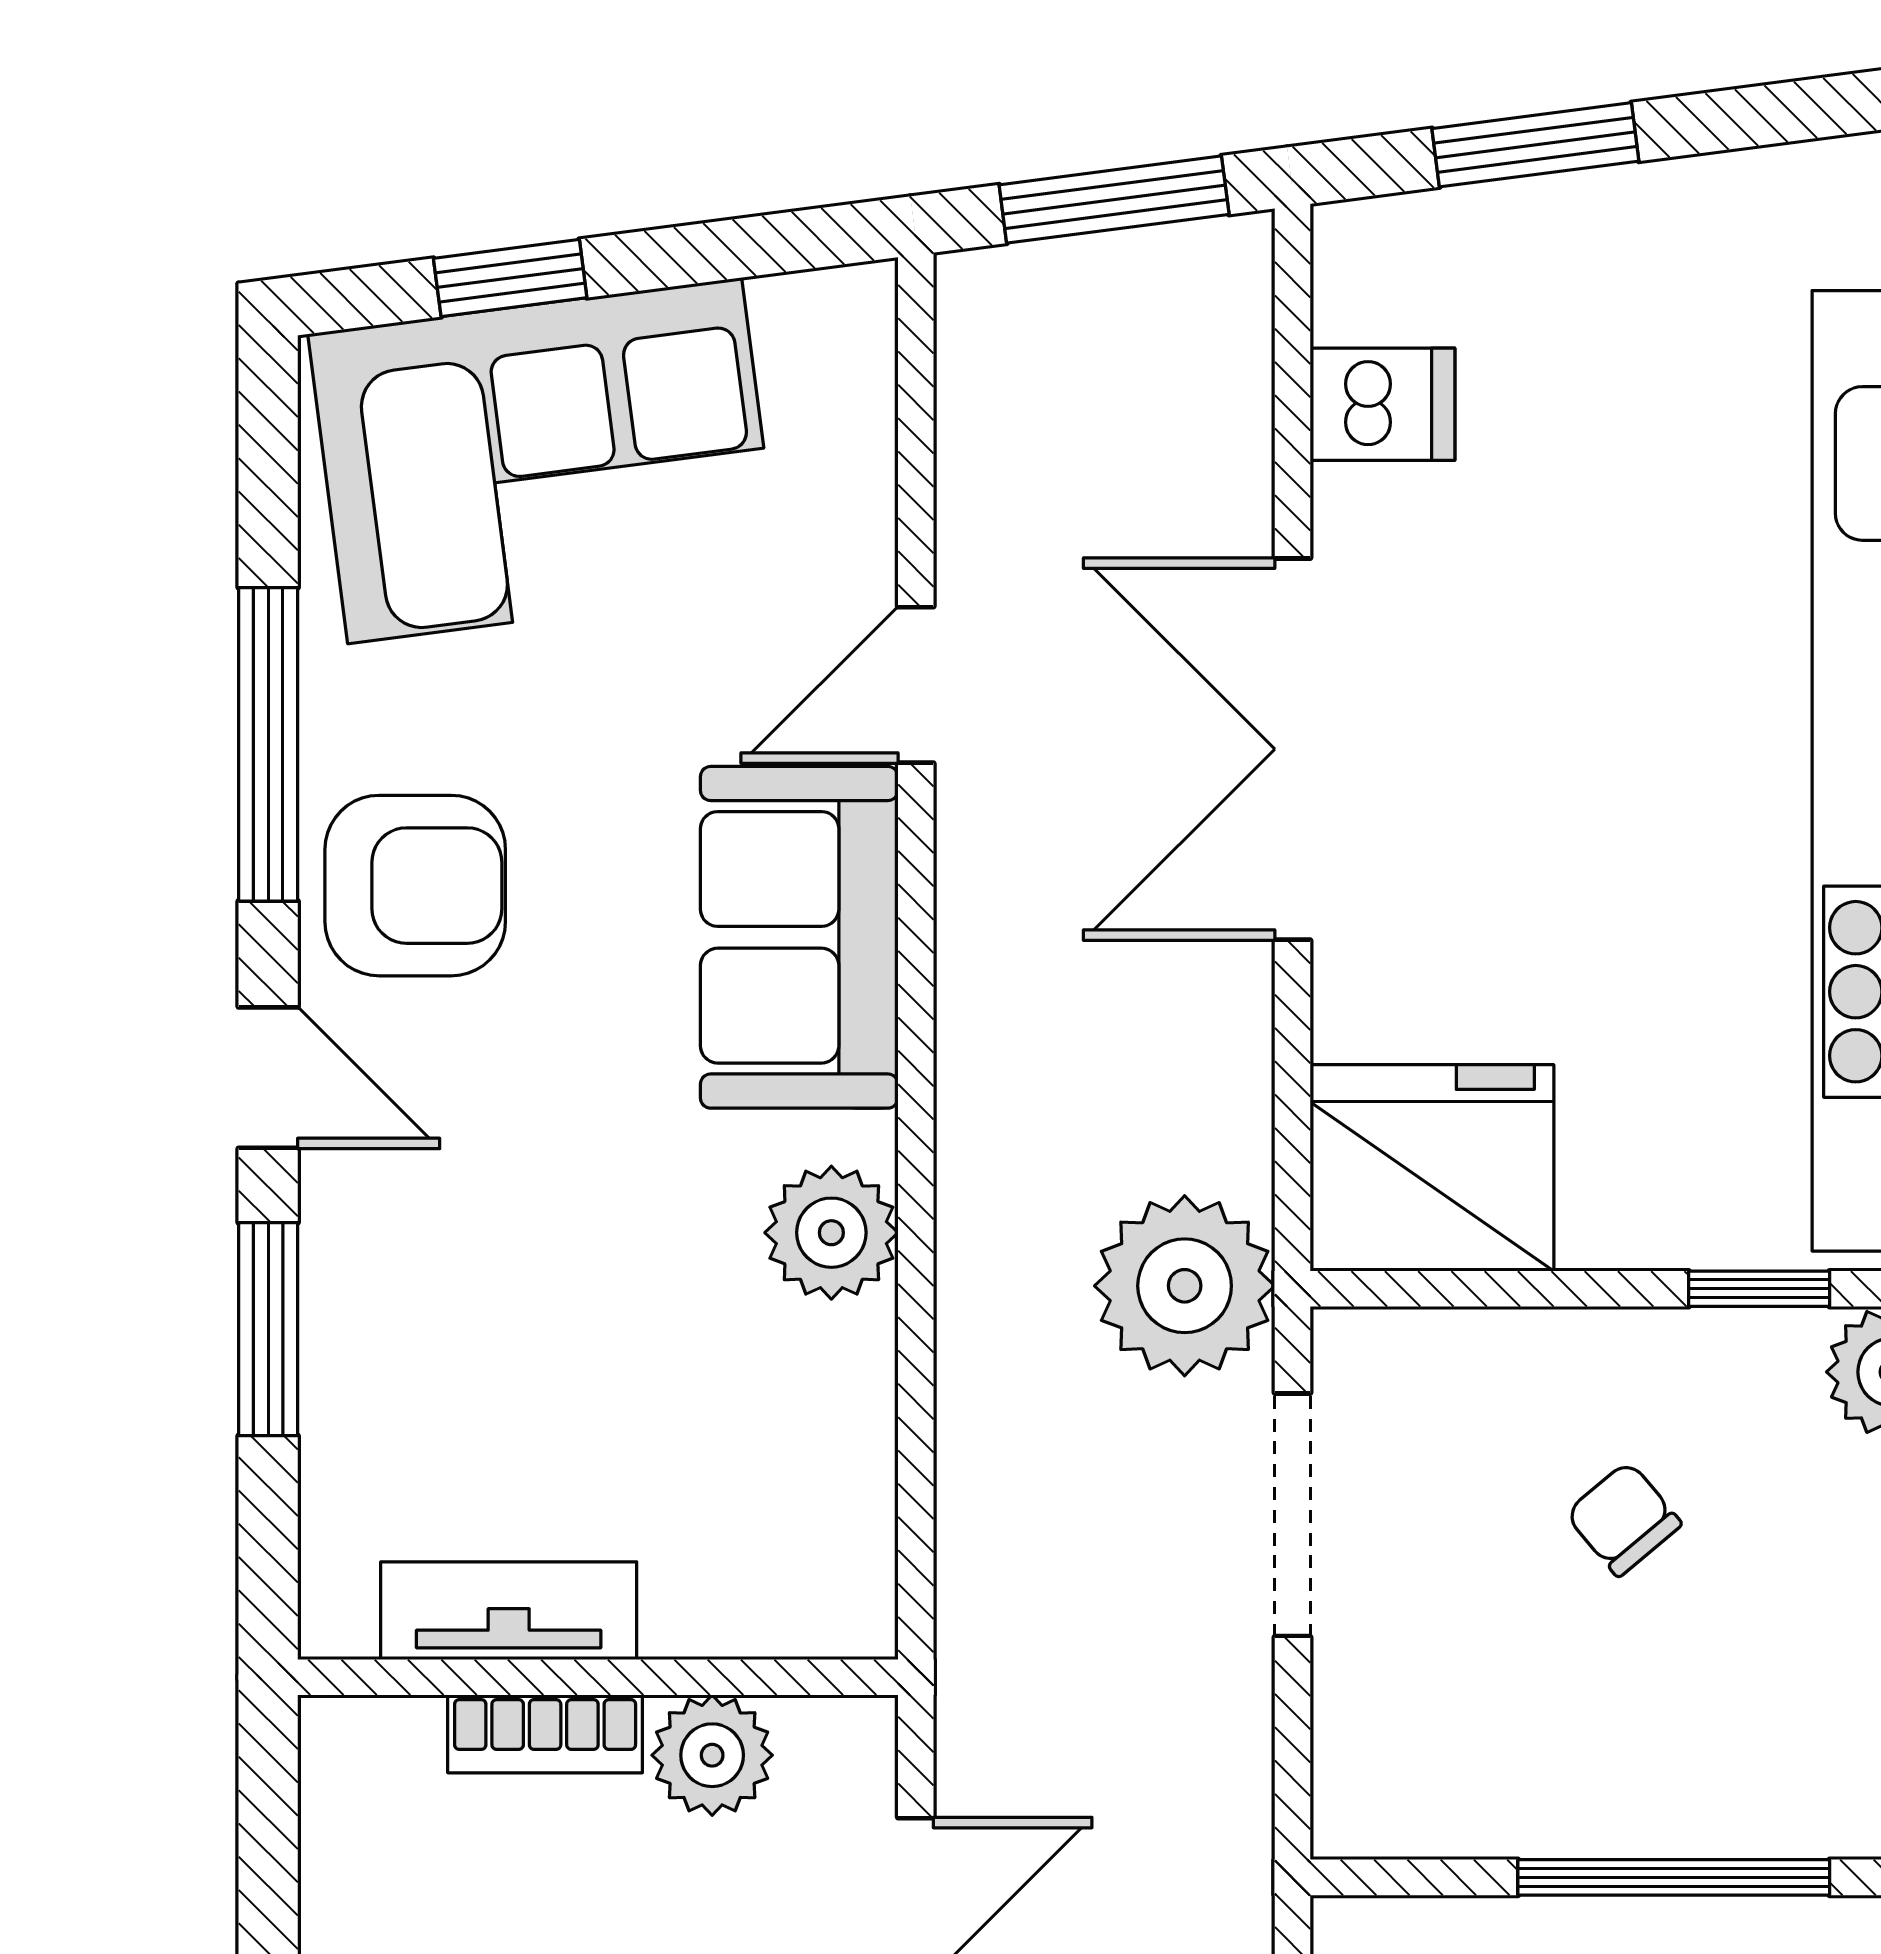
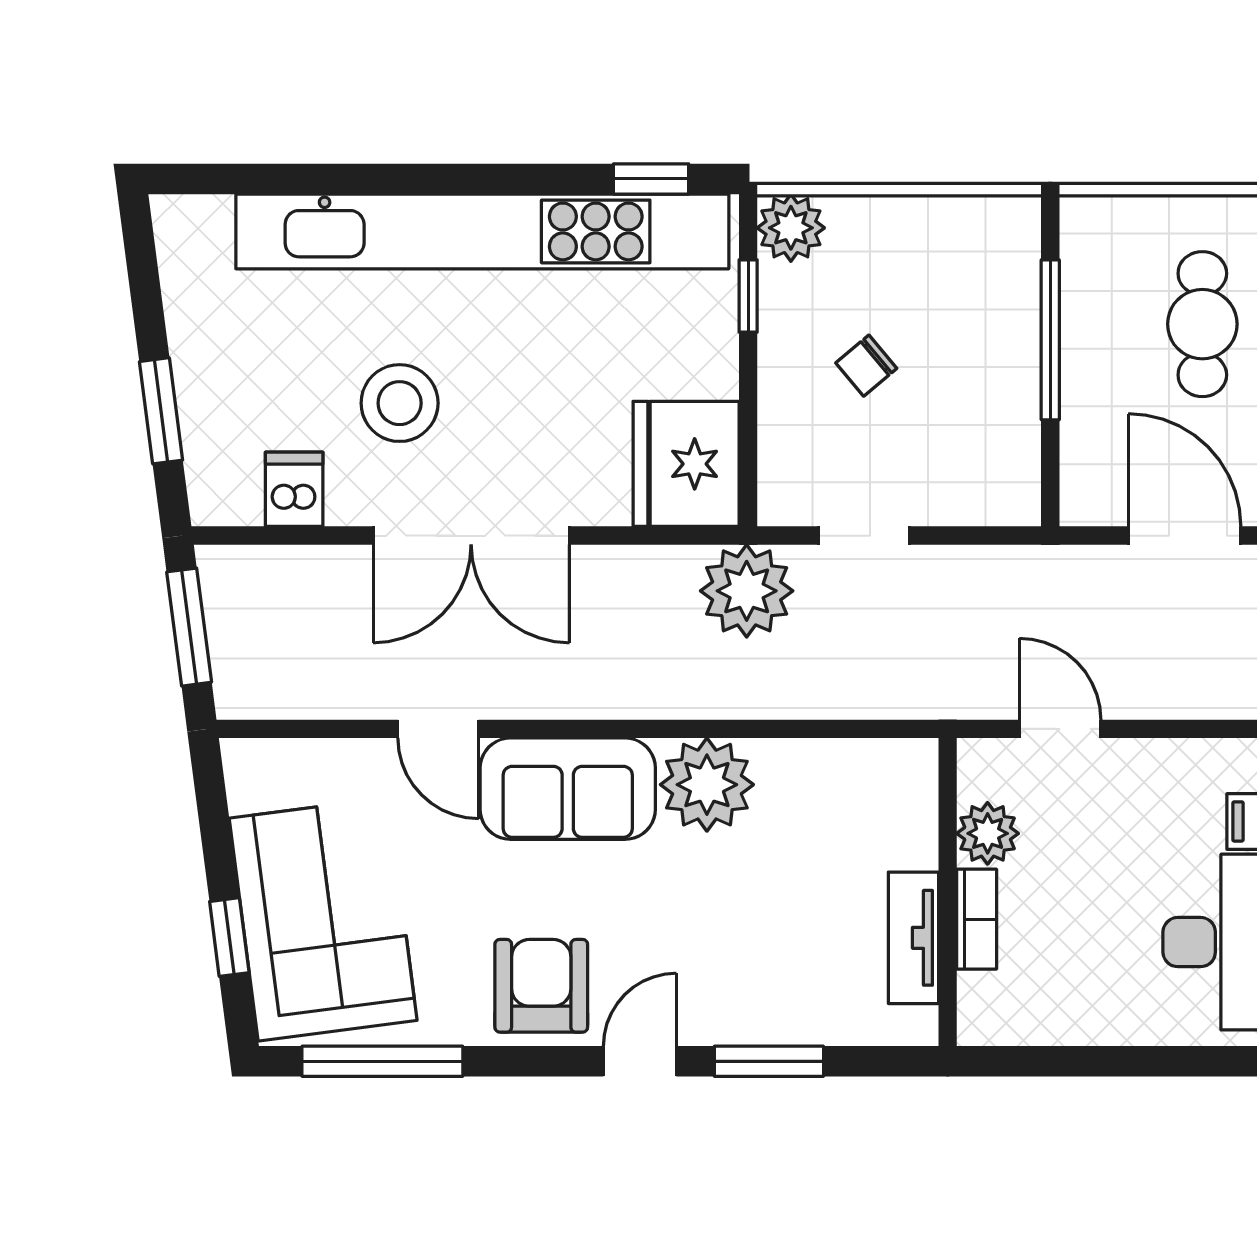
stool: (1551, 610) -> (400, 403), added
window: (268, 744) -> (382, 1061), moved
plant: (831, 1233) -> (707, 785), width x1.36, depth x1.36
doorway: (1292, 1515) -> (864, 536), width x0.73

